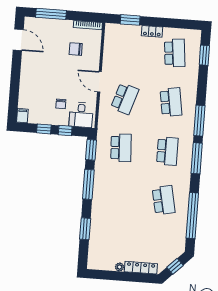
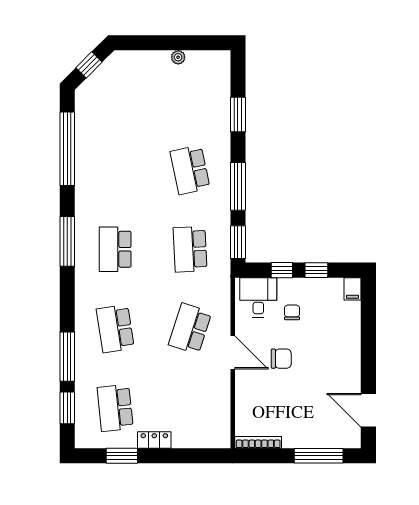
window: (130, 20) -> (122, 456), moved
chair: (76, 49) -> (281, 359), moved
window: (199, 121) -> (67, 357), moved
school desk: (164, 200) -> (190, 170), moved
locker: (141, 268) -> (144, 59), removed

